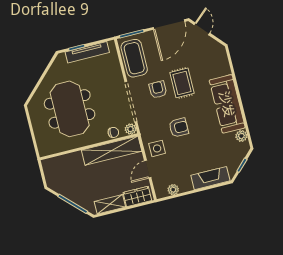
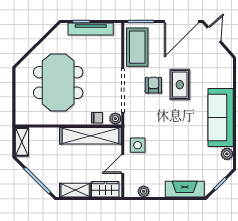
armchair: (179, 128) -> (165, 129), removed
shelving: (50, 172) -> (22, 142), added

